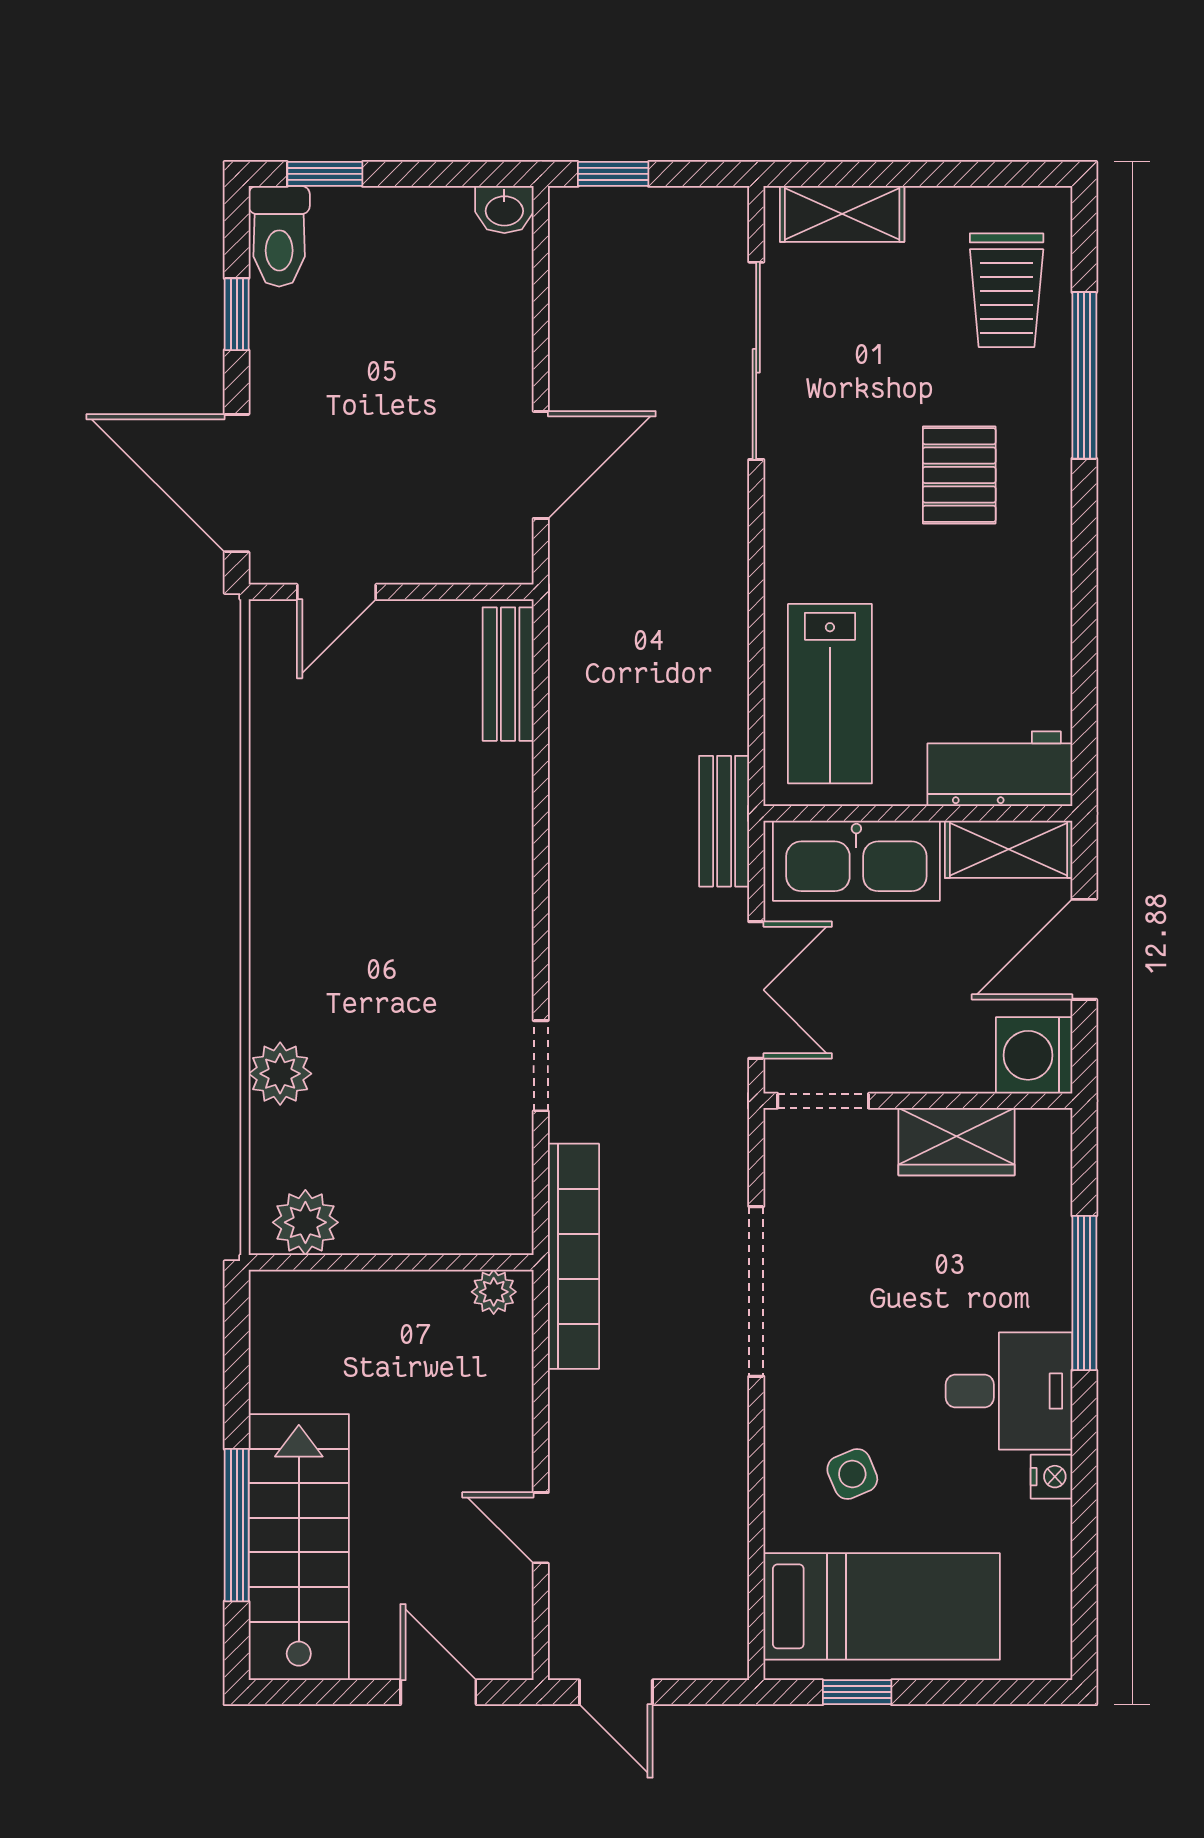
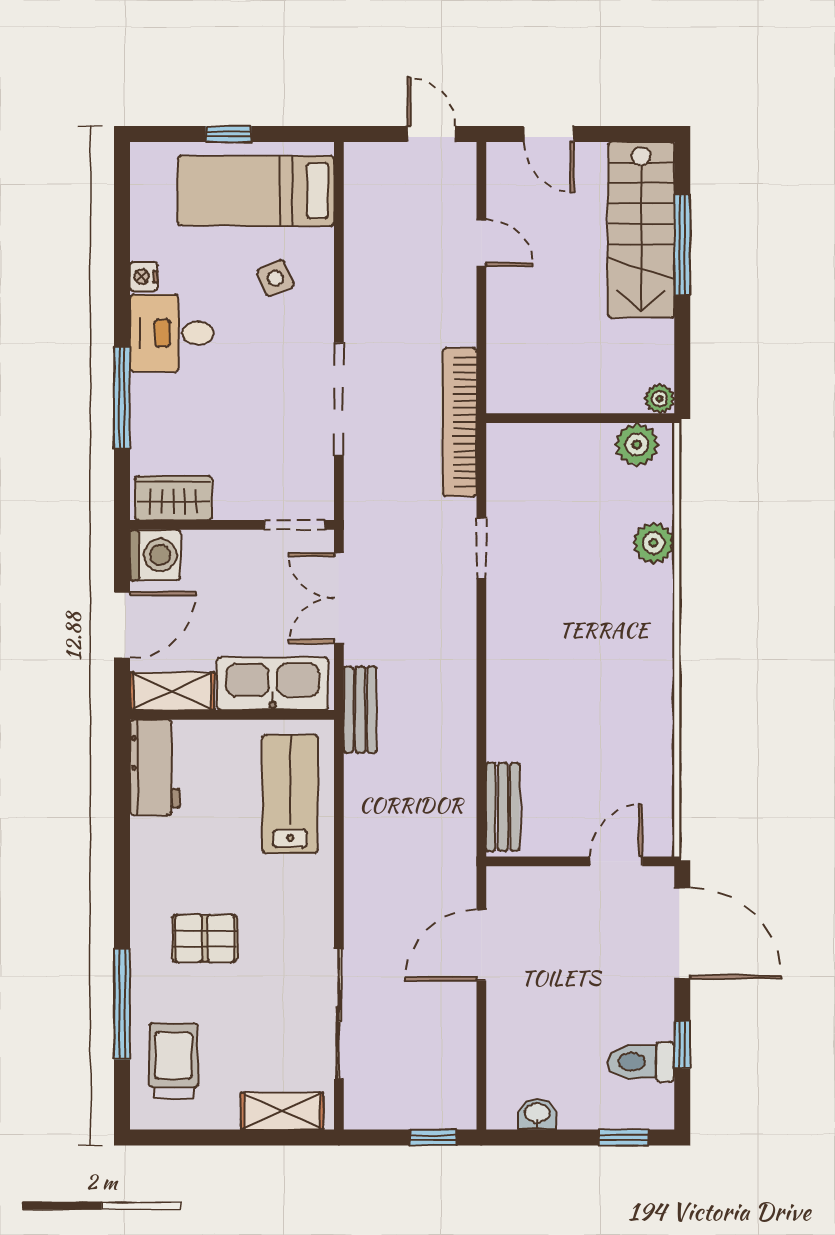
washbasin: (504, 209) -> (537, 1114), moved
toilet: (279, 236) -> (641, 1062), moved, turned -90
pallet: (959, 475) -> (205, 938), turned 90
workbench: (1000, 769) -> (155, 767), moved, turned -90
wardrobe: (957, 1142) -> (173, 498), moved
plant: (494, 1292) -> (660, 399), moved
window: (857, 1692) -> (229, 134), moved

